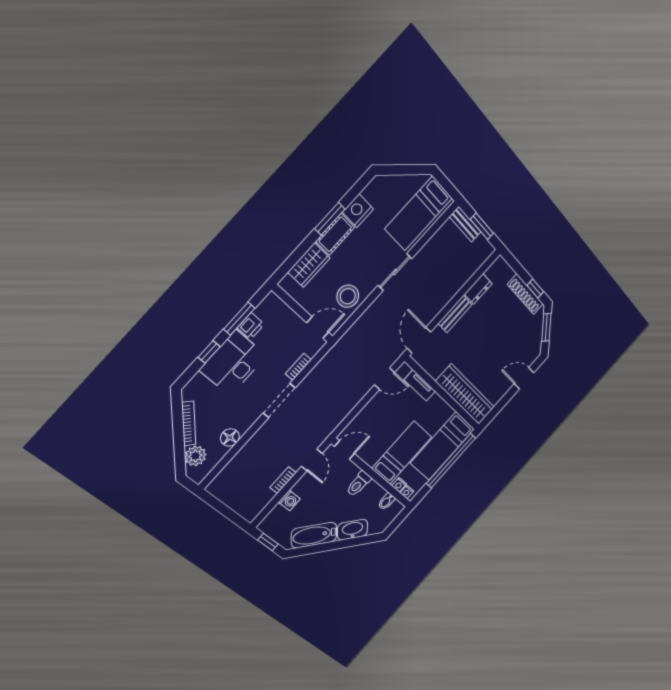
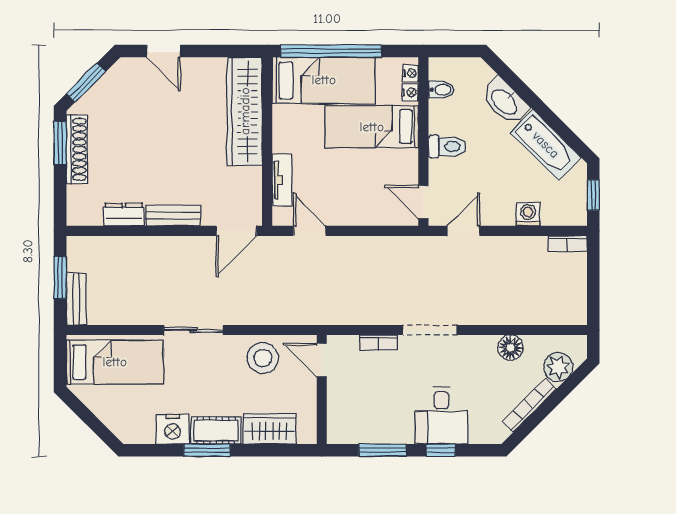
window: (535, 288) -> (60, 143), width x1.50
printer: (251, 326) -> (380, 432), removed
desk: (233, 363) -> (441, 416), width x0.73
bookcase: (283, 480) -> (567, 244), moved

